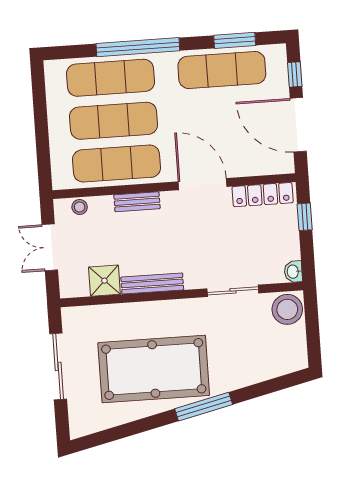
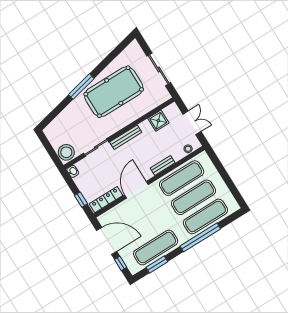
door: (203, 184) -> (136, 190), swing flipped
bench: (152, 283) -> (126, 137), moved

